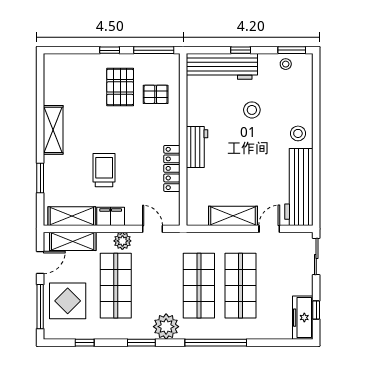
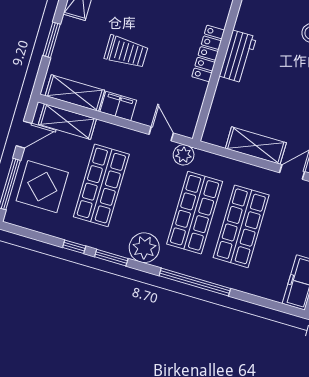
locker: (172, 168) -> (208, 53), moved
trolley: (104, 170) -> (126, 52), turned 90
plant: (122, 241) -> (184, 155), moved
window: (85, 343) -> (74, 247), moved

